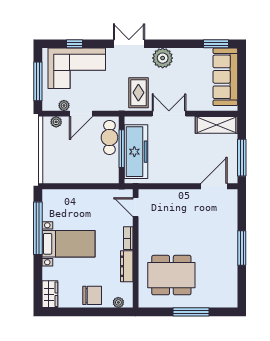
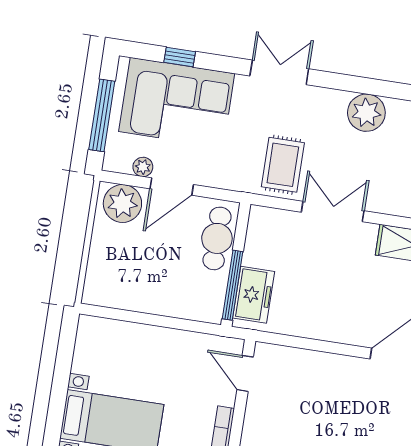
plant: (163, 58) -> (366, 113), moved
plant: (56, 122) -> (122, 203), width x1.87, depth x1.87
window: (122, 149) -> (233, 285), moved
freezer: (136, 152) -> (254, 295), width x0.52, depth x0.79
window: (38, 228) -> (60, 384), removed

